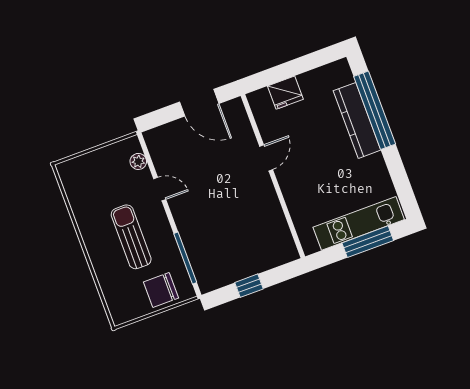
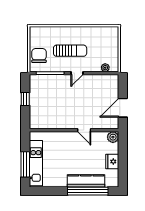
fridge: (285, 93) -> (112, 162), moved
plant: (259, 101) -> (113, 137), added
door: (160, 189) -> (77, 73), moved

